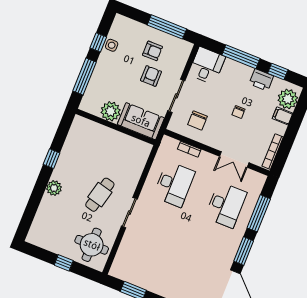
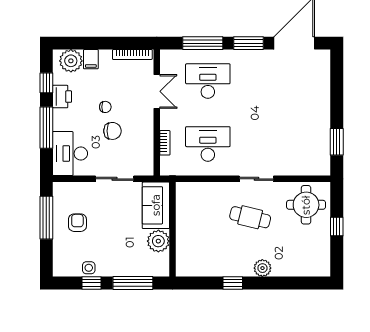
desk: (207, 66) -> (70, 154), width x1.37
armchair: (151, 76) -> (104, 214), removed
chair: (197, 120) -> (112, 131), moved

